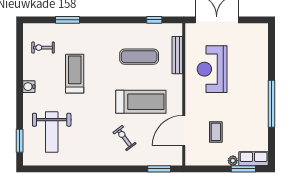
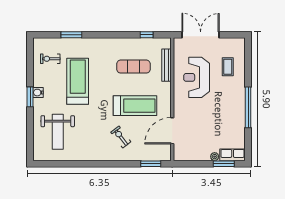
treadmill: (75, 74) -> (78, 81), width x1.37, depth x1.38
coffee table: (216, 132) -> (228, 67), moved
window: (20, 141) -> (30, 97), moved

